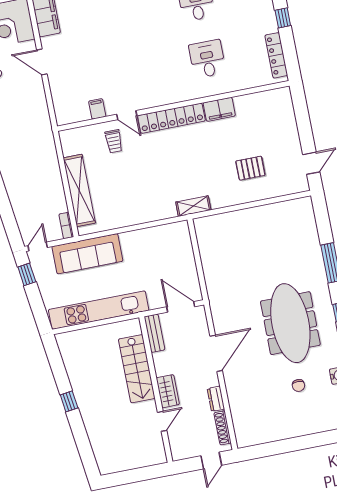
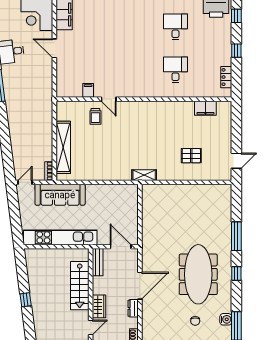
locker: (276, 55) -> (226, 77), width x0.66
filing cabinet: (219, 109) -> (205, 108), moved
locker: (171, 118) -> (141, 108), removed
window: (27, 274) -> (13, 201), removed
dresser: (216, 399) -> (133, 308), moved

